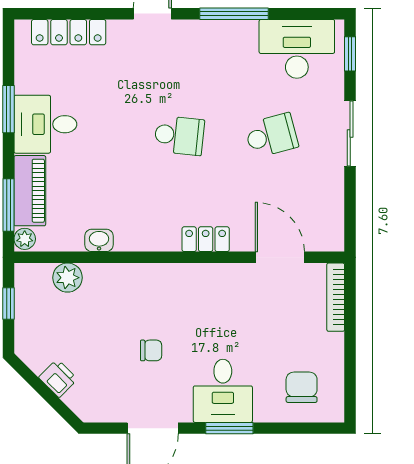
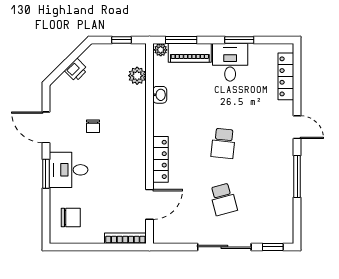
desk: (297, 49) -> (276, 215), removed
sliding door: (350, 134) -> (224, 247), width x1.37
locker: (206, 239) -> (160, 159), width x1.53

